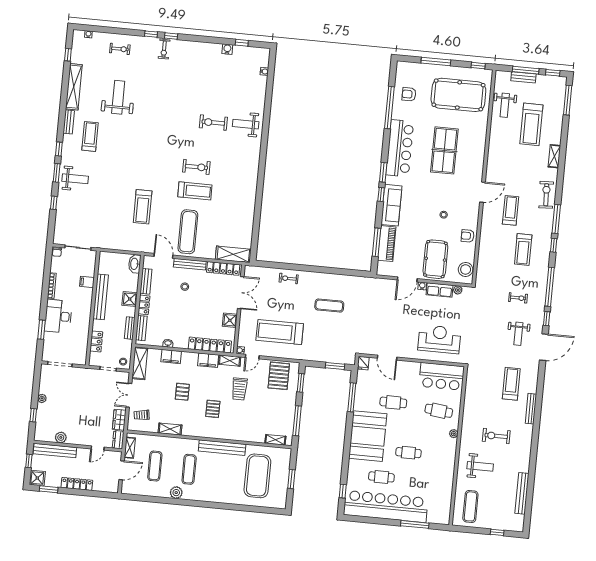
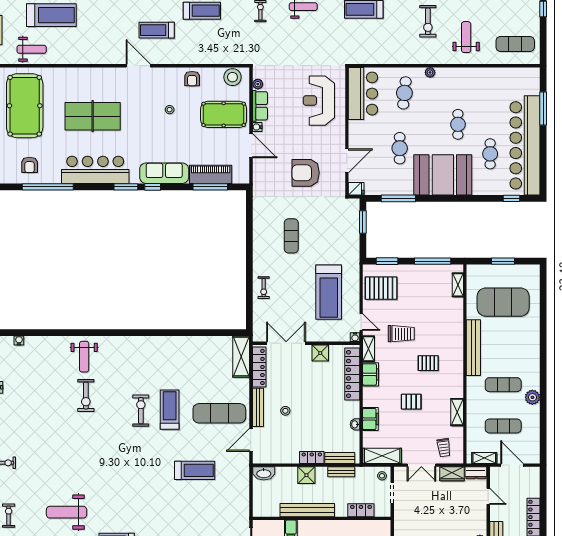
bench: (146, 281) -> (283, 458), removed
armchair: (380, 322) -> (306, 173), added

